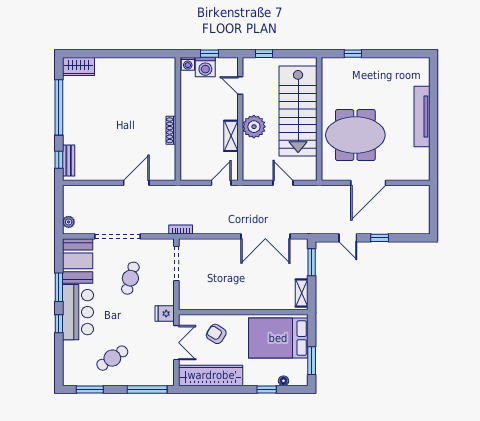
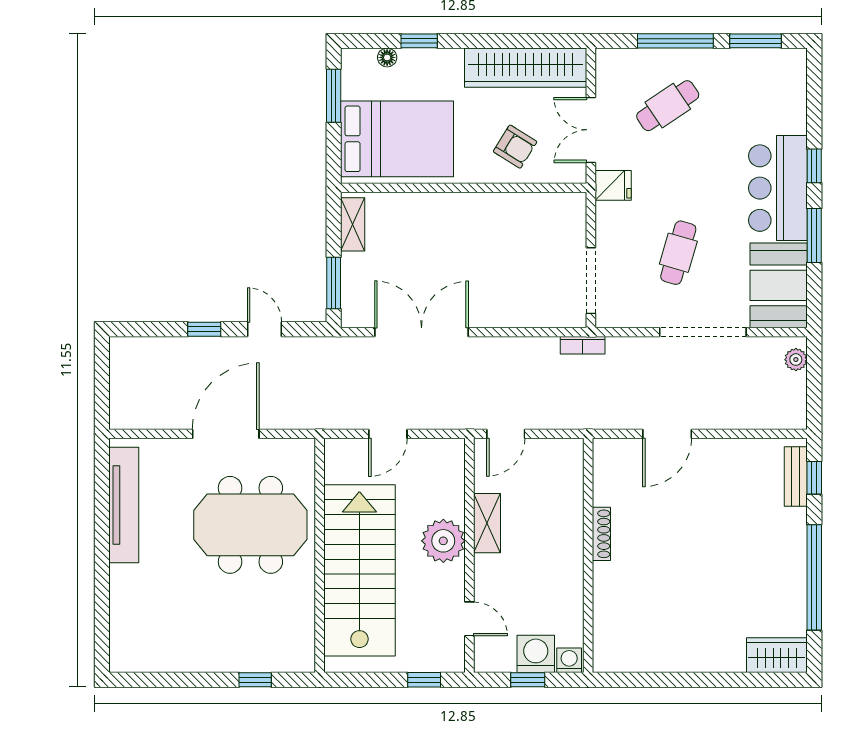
tv unit: (422, 117) -> (124, 505), moved
door: (283, 183) -> (388, 434), hinge flipped
cafe table: (112, 358) -> (668, 106), moved
window: (147, 390) -> (675, 41), moved

